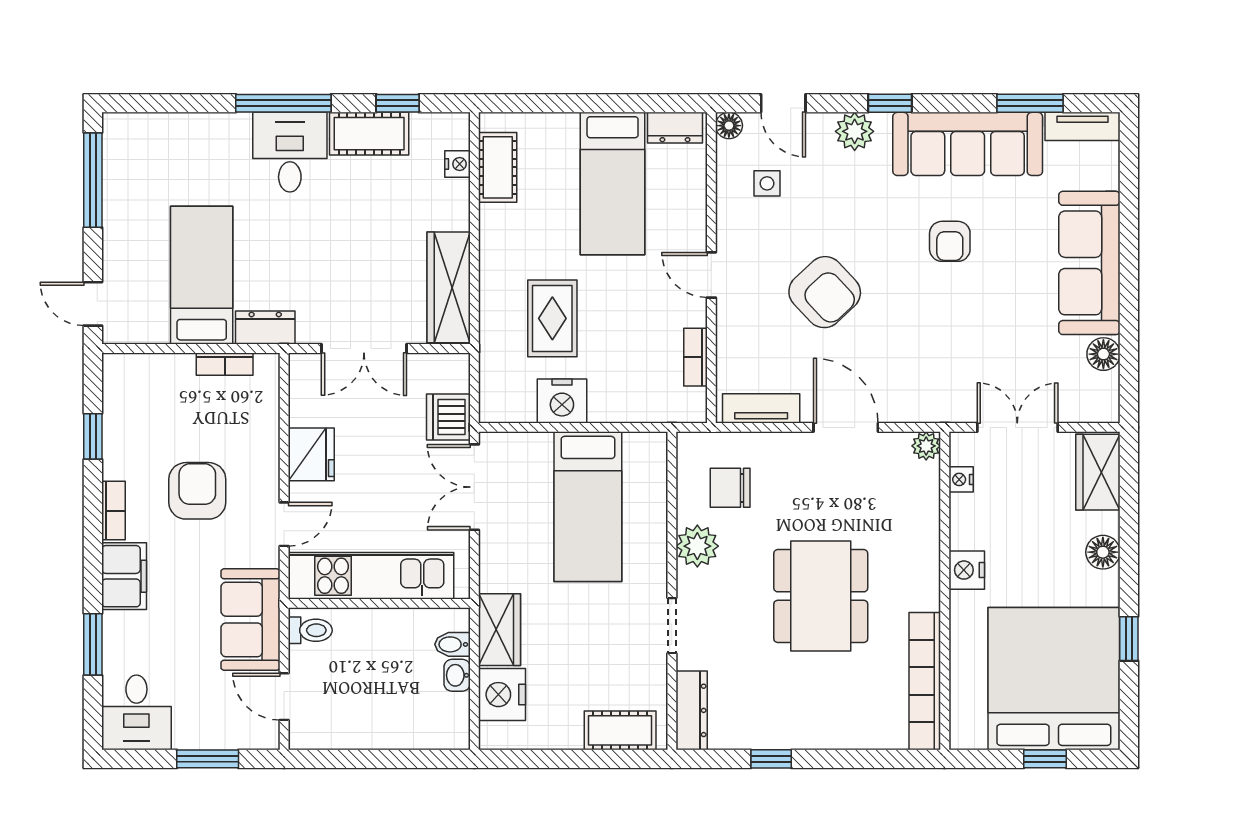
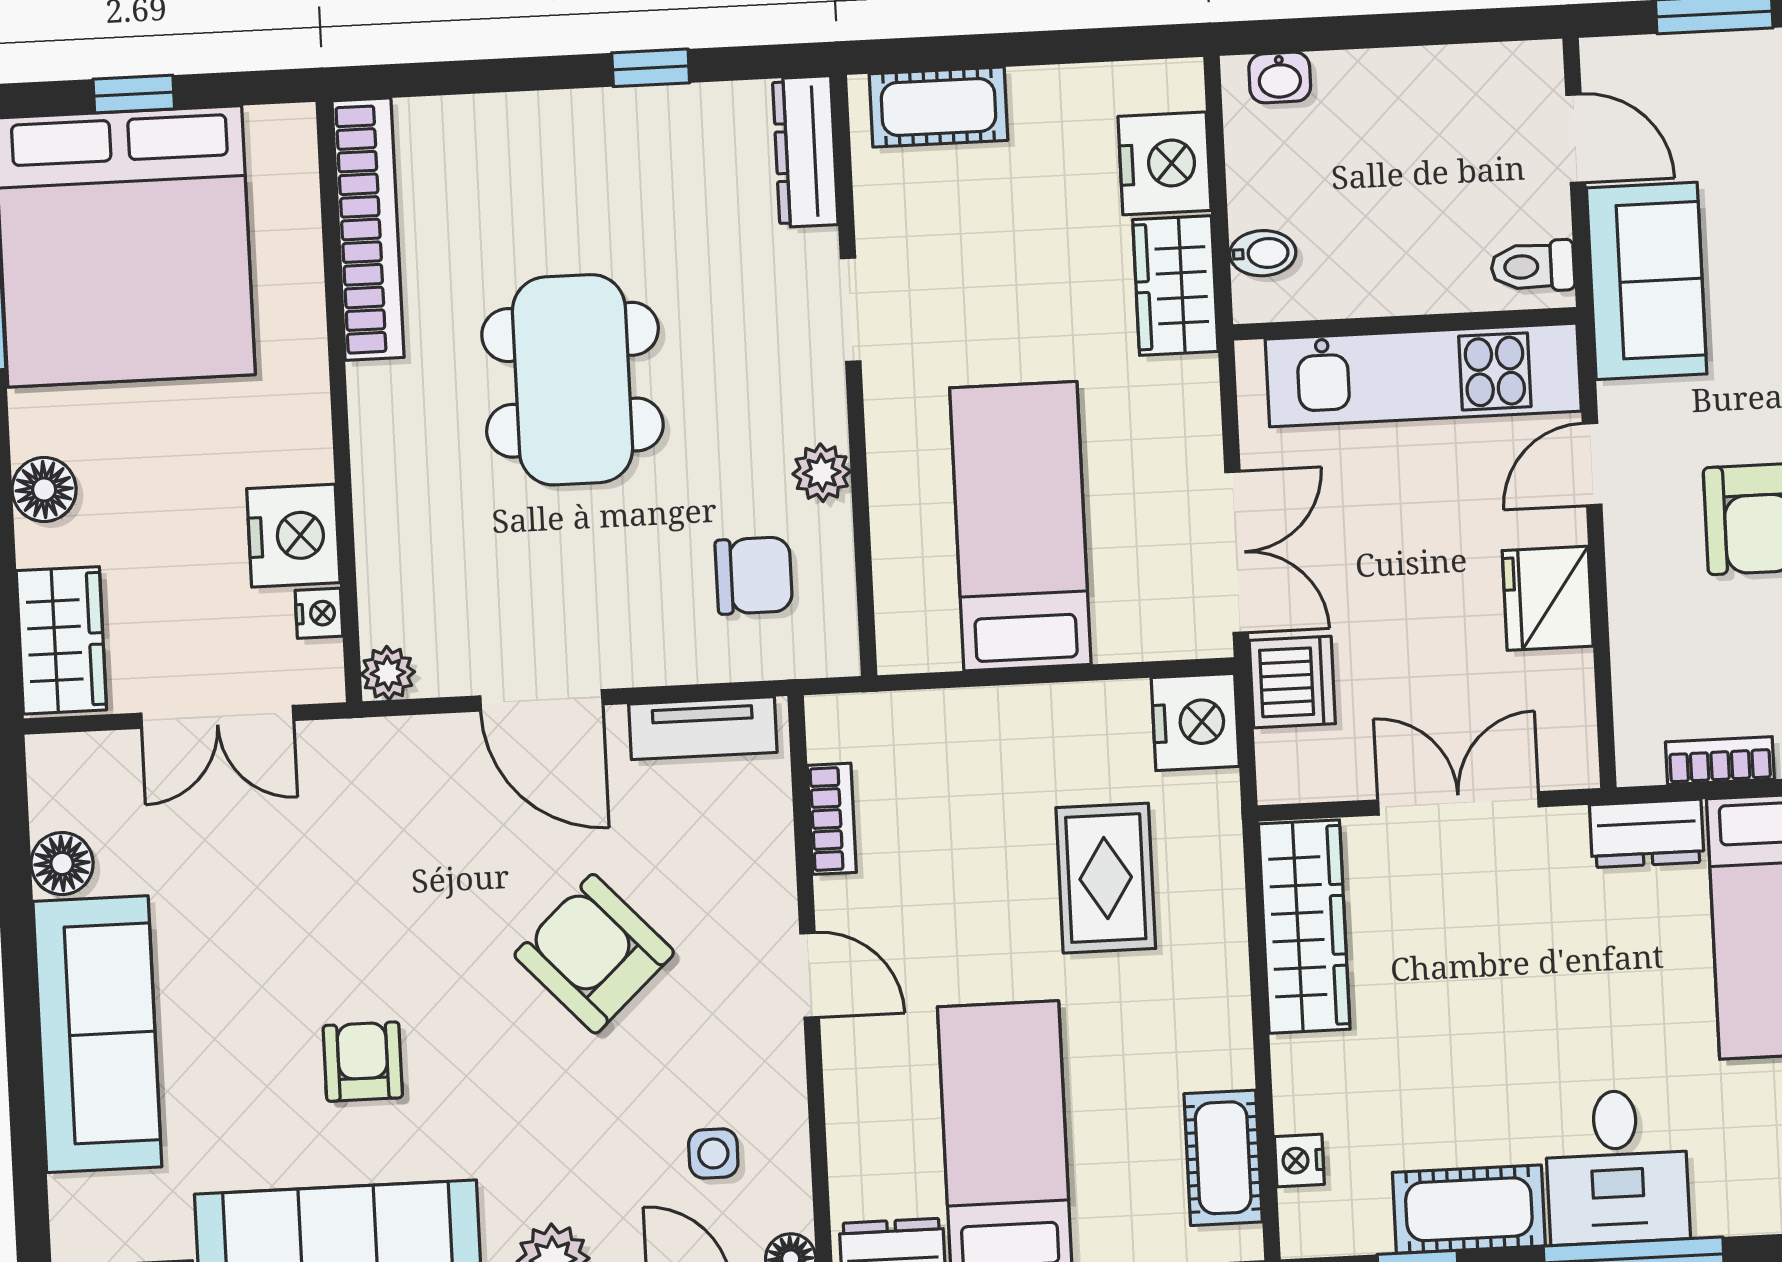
nightstand: (562, 401) -> (1195, 722), moved, turned 90
plant: (697, 546) -> (822, 473), width x0.73, depth x0.73
nightstand: (967, 570) -> (293, 536), moved, width x1.36, depth x1.33
washbasin: (457, 675) -> (1280, 78), moved, turned 90

